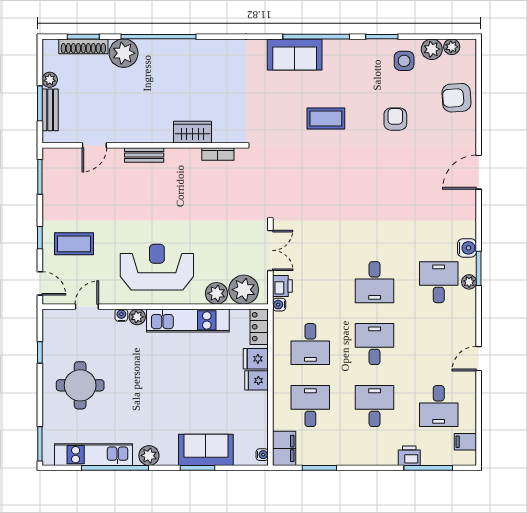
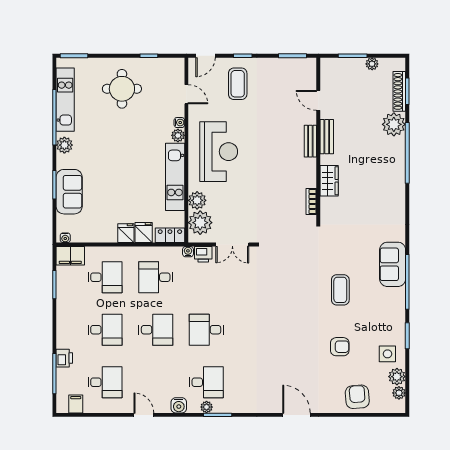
bench: (50, 110) -> (327, 137), moved, turned 90
water cooler: (467, 248) -> (179, 405), moved
desk: (439, 406) -> (105, 382), turned 180

